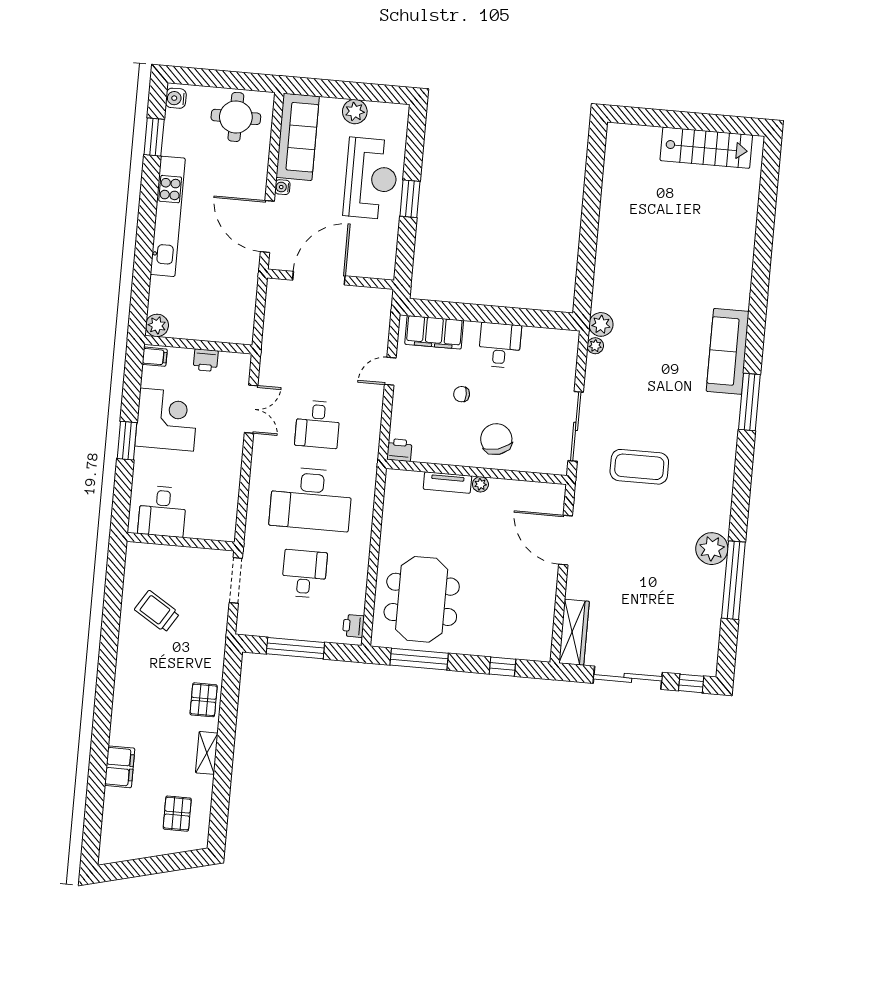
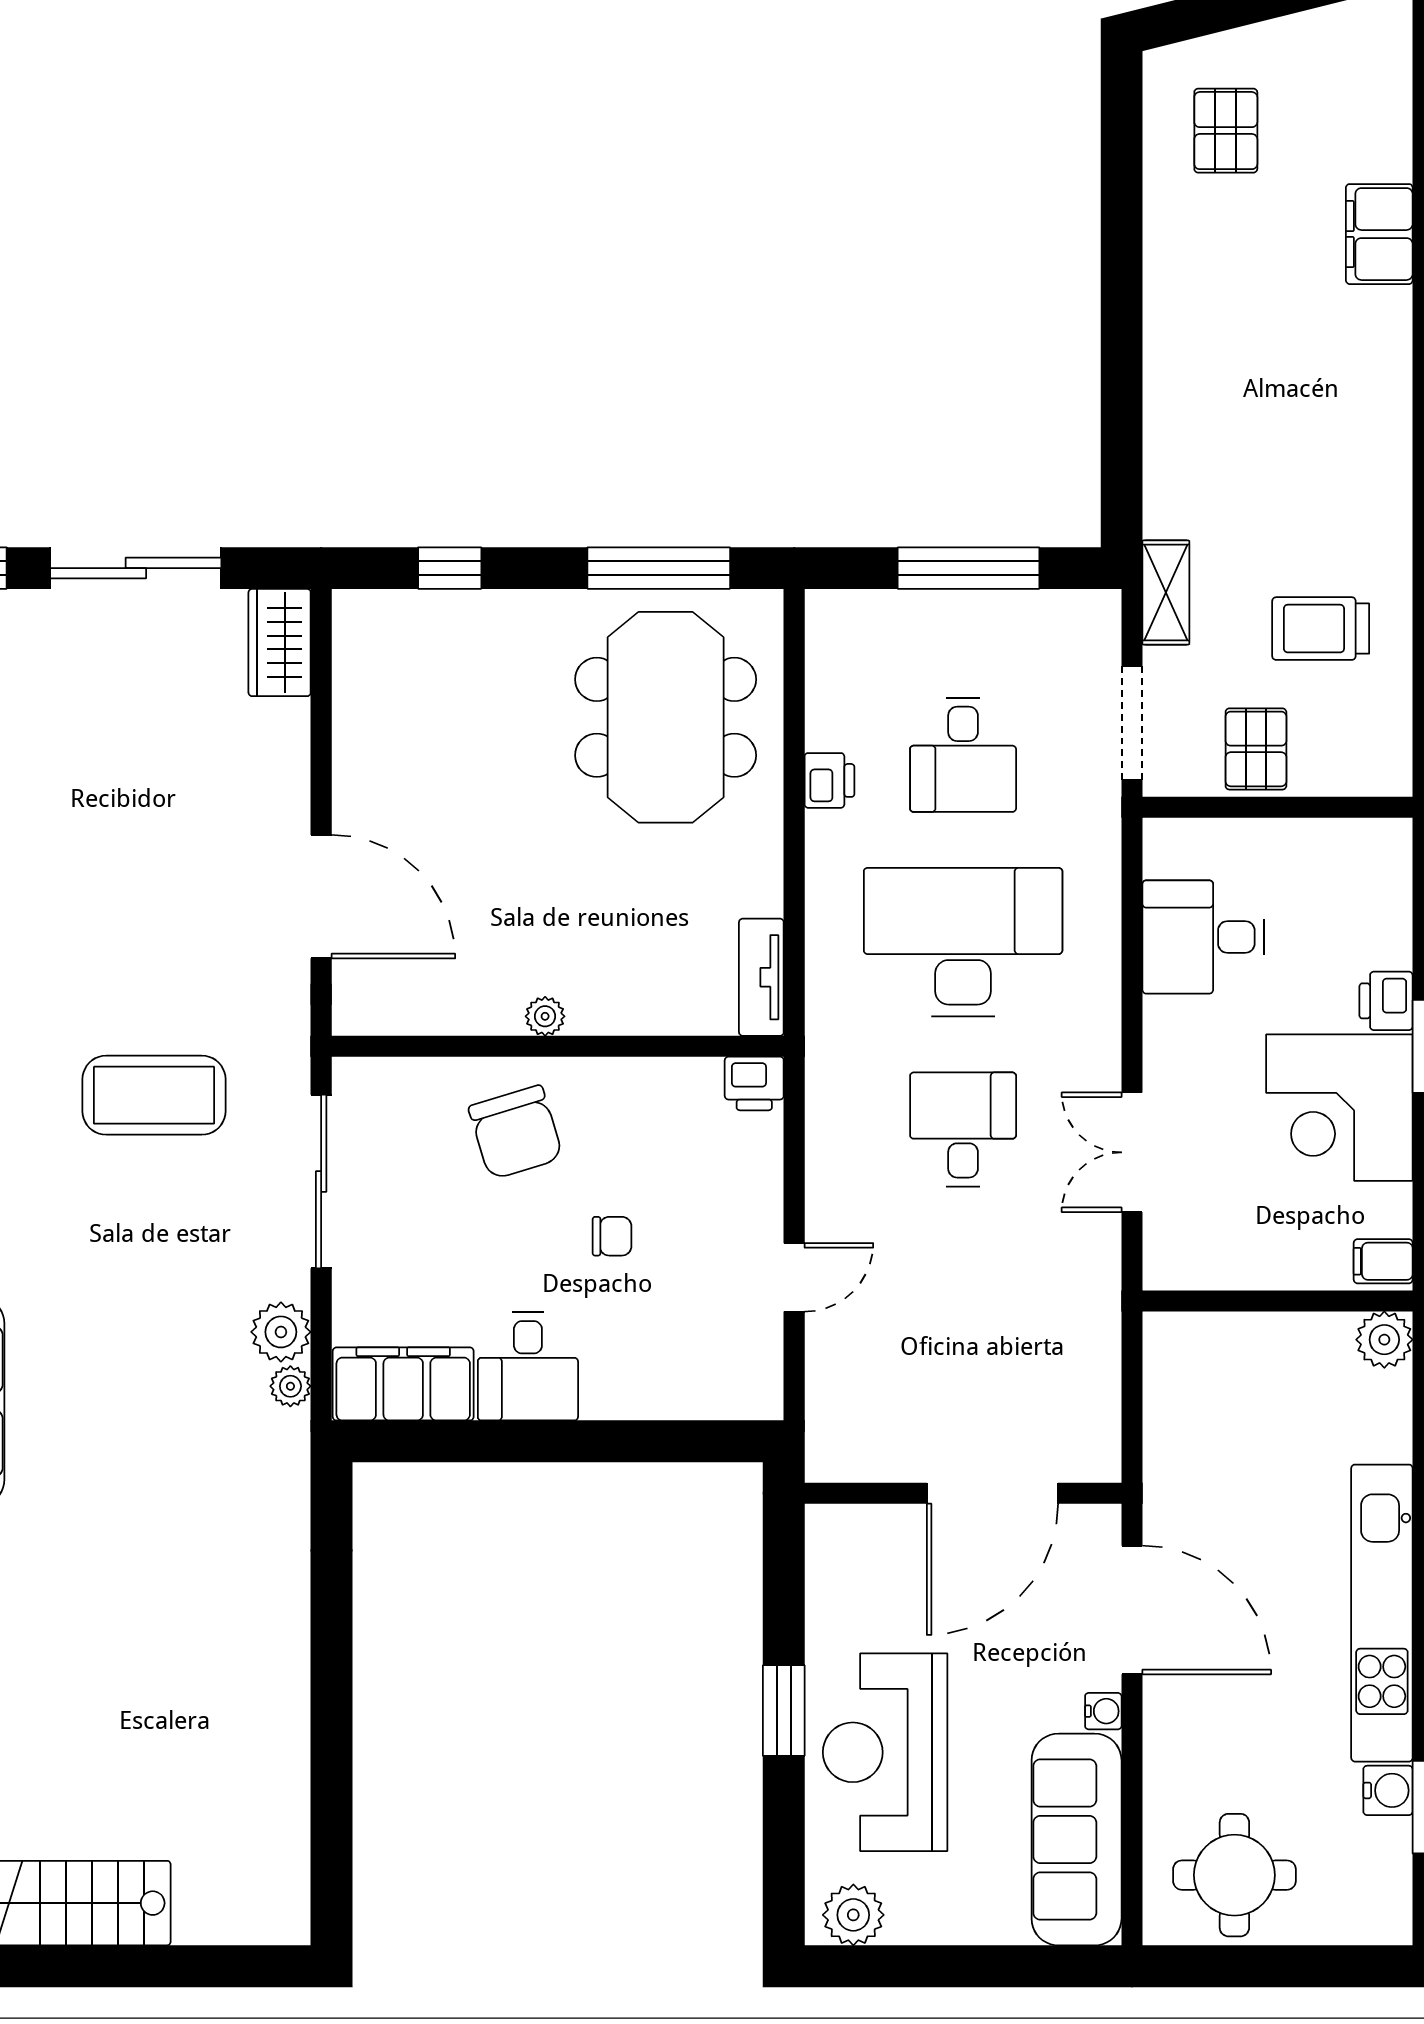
water cooler: (176, 98) -> (1388, 1790), moved
plant: (355, 112) -> (853, 1915), moved
plant: (601, 324) -> (281, 1332), moved
filing cabinet: (434, 332) -> (403, 1384), moved
printer: (206, 360) -> (1386, 1001), moved, turned -90
tv unit: (447, 483) -> (761, 977), moved, turned -90
desk: (162, 511) -> (1203, 937), moved, turned -90
trolley: (157, 611) -> (1321, 629), turned 148
printer: (353, 626) -> (829, 780), moved
wardrobe: (574, 632) -> (280, 643), width x0.67
pallet: (204, 700) -> (1256, 749), moved
shelving: (207, 753) -> (1166, 593), moved

